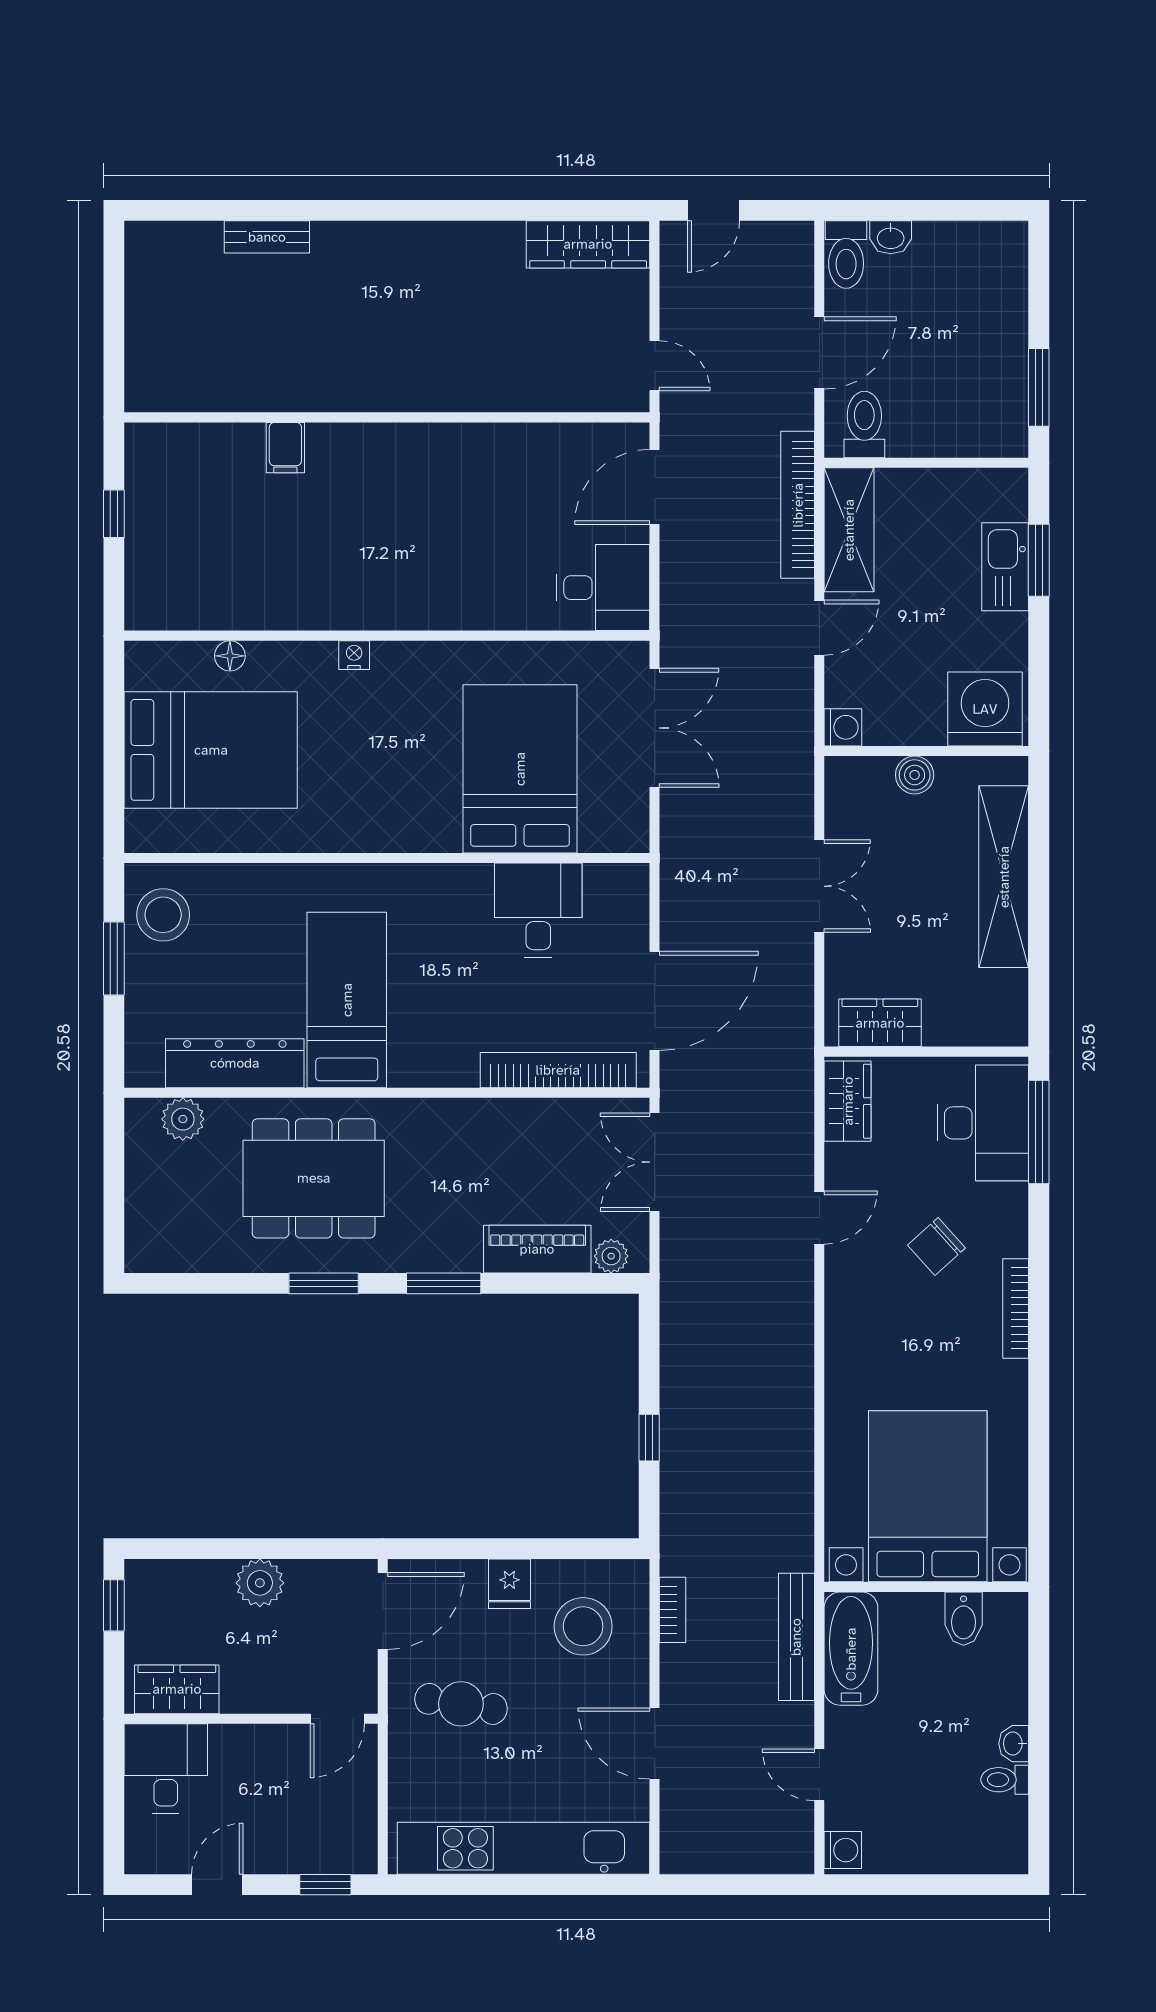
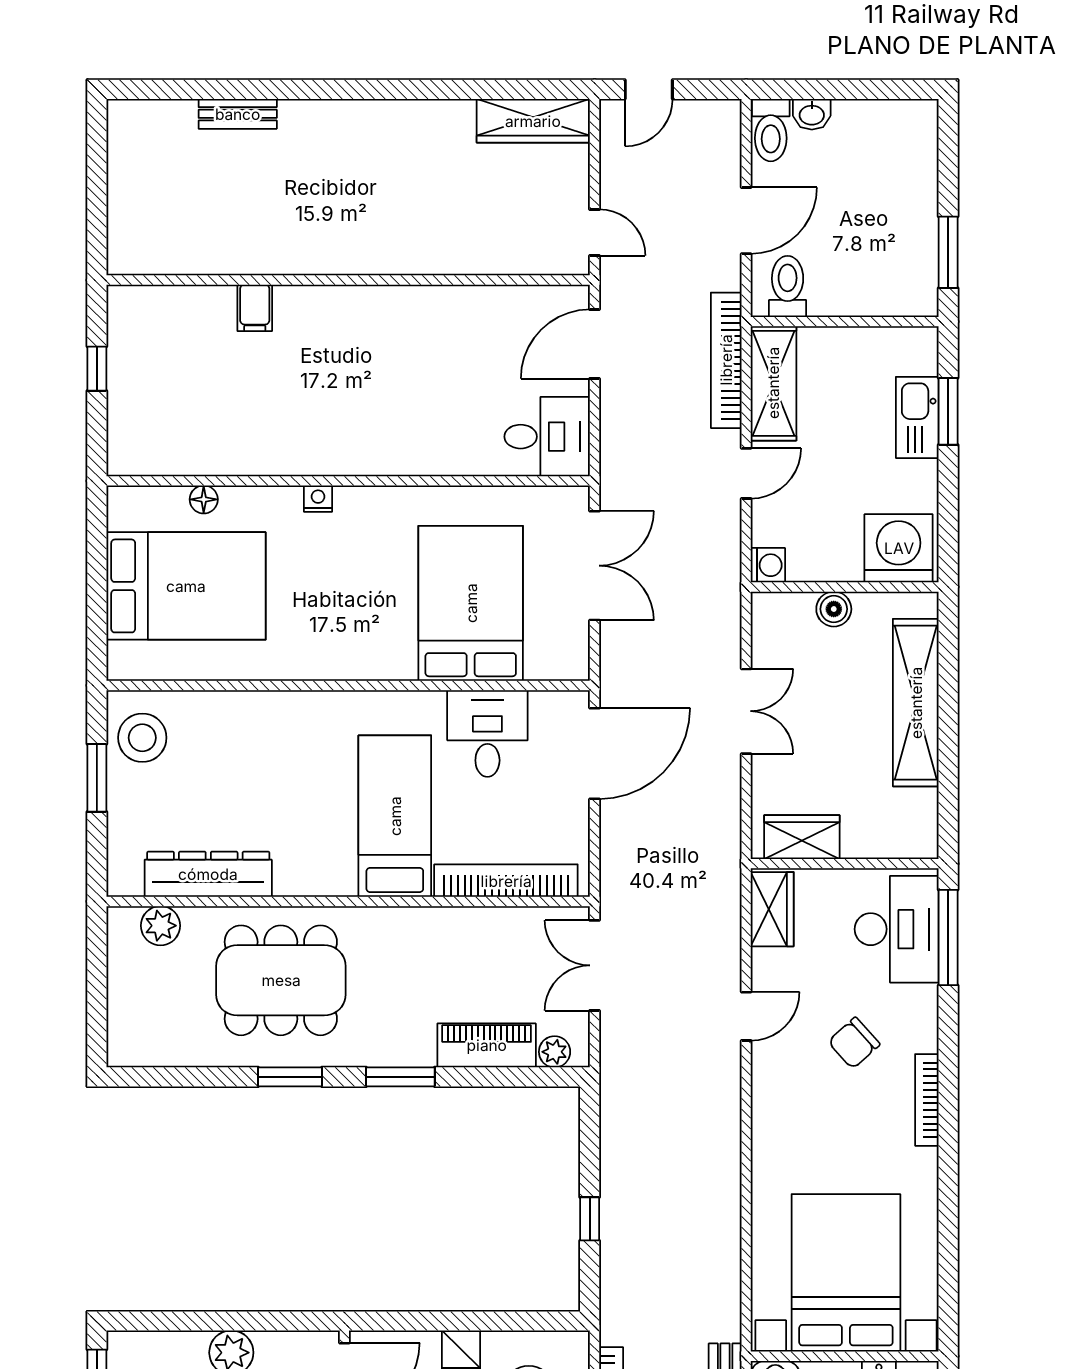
bed: (347, 1000) -> (395, 816), moved
door: (655, 1001) -> (595, 753), moved

